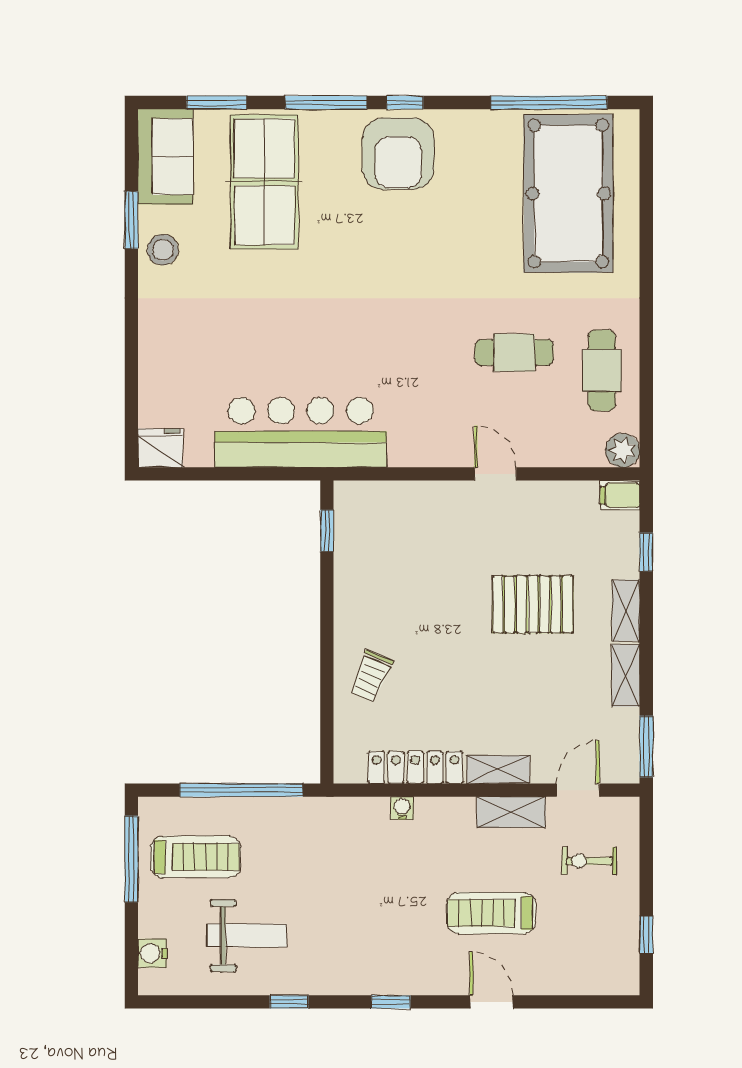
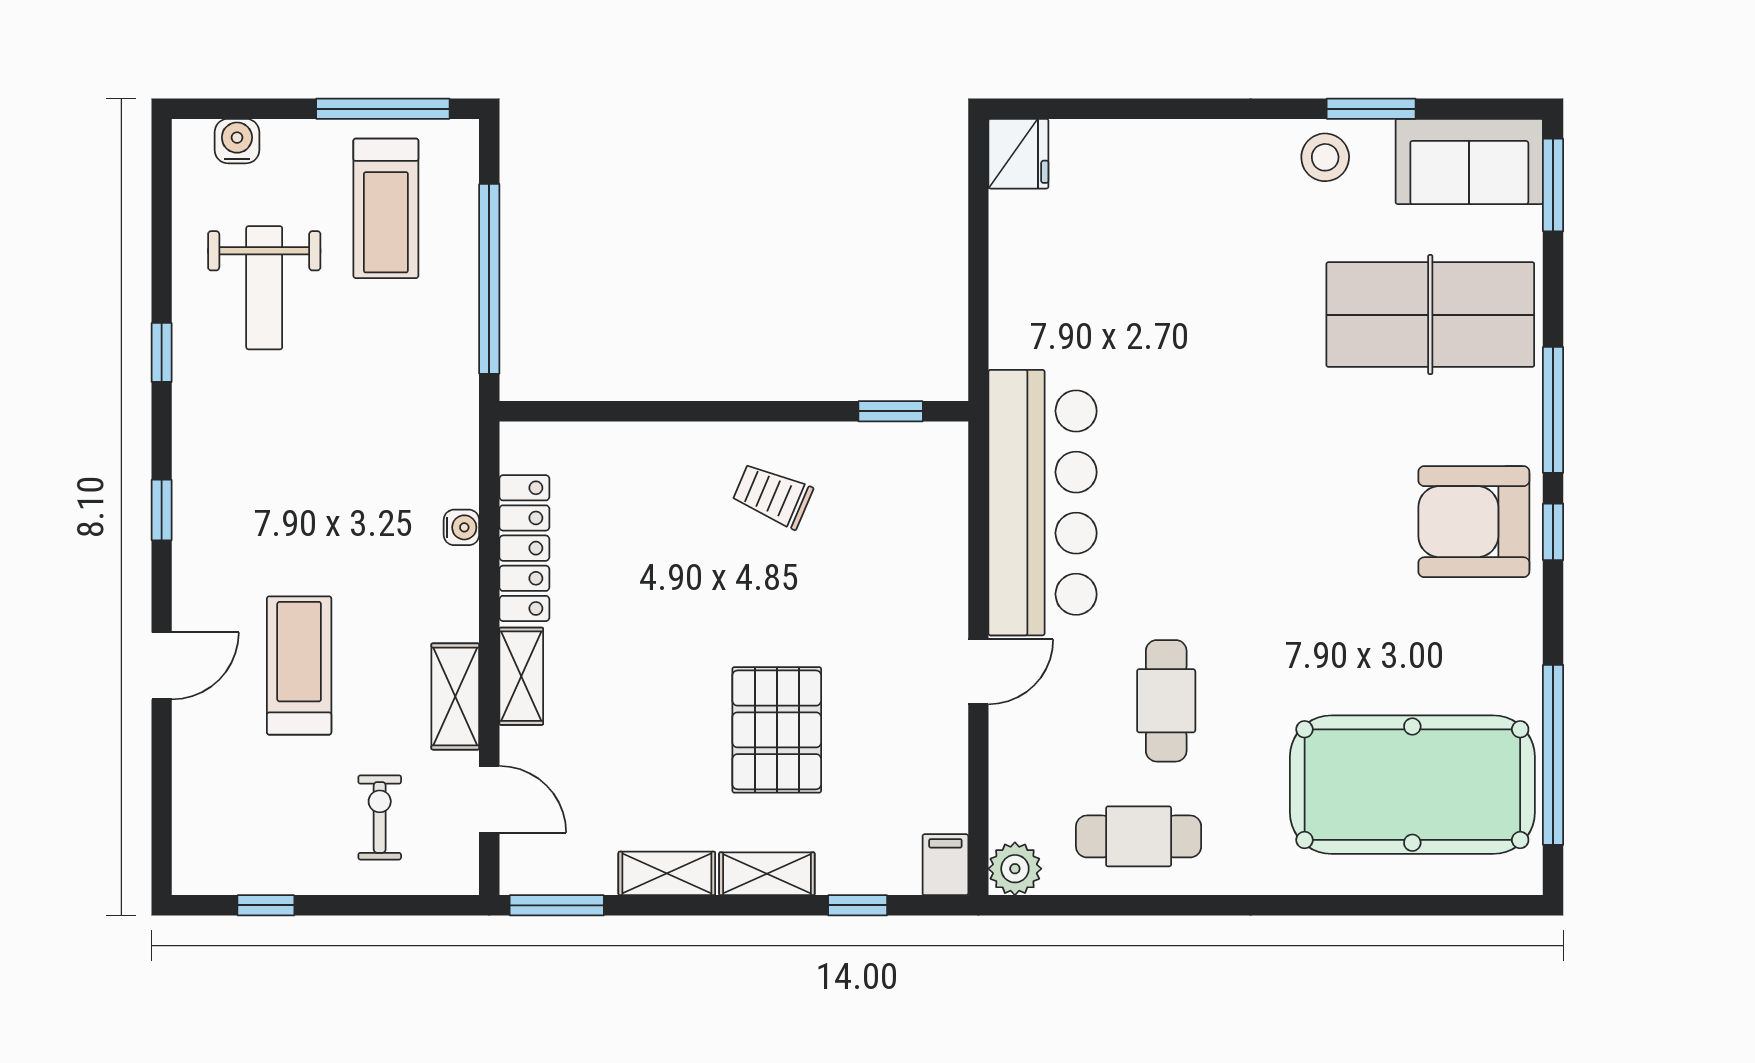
window: (217, 102) -> (1553, 185), moved
bar counter: (301, 433) -> (1043, 503), moved
trolley: (371, 676) -> (773, 496), moved

